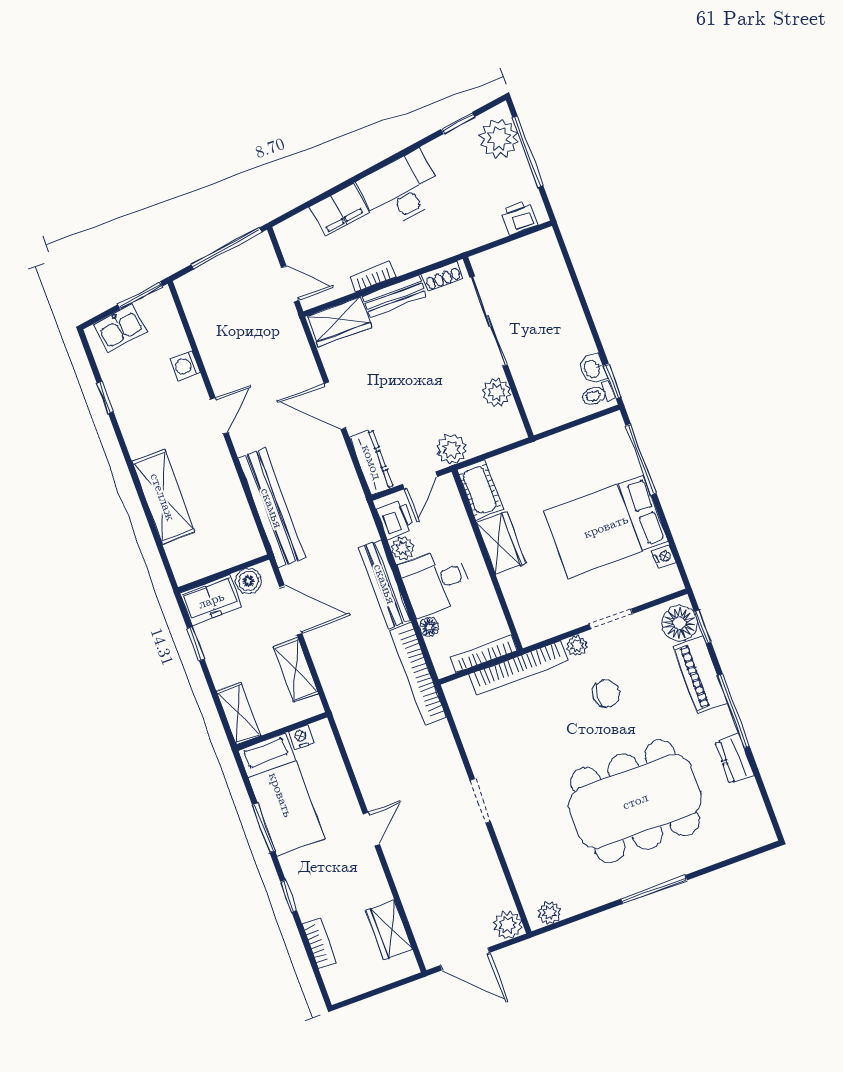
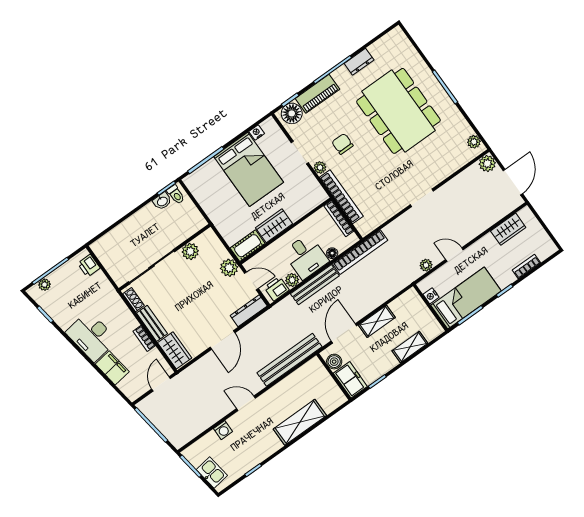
plant: (499, 139) -> (44, 285), width x0.53, depth x0.53
wall: (282, 731) -> (430, 308), moved
nightstand: (301, 737) -> (431, 296), moved
plant: (367, 777) -> (426, 265), added
bed: (281, 795) -> (466, 298), moved

